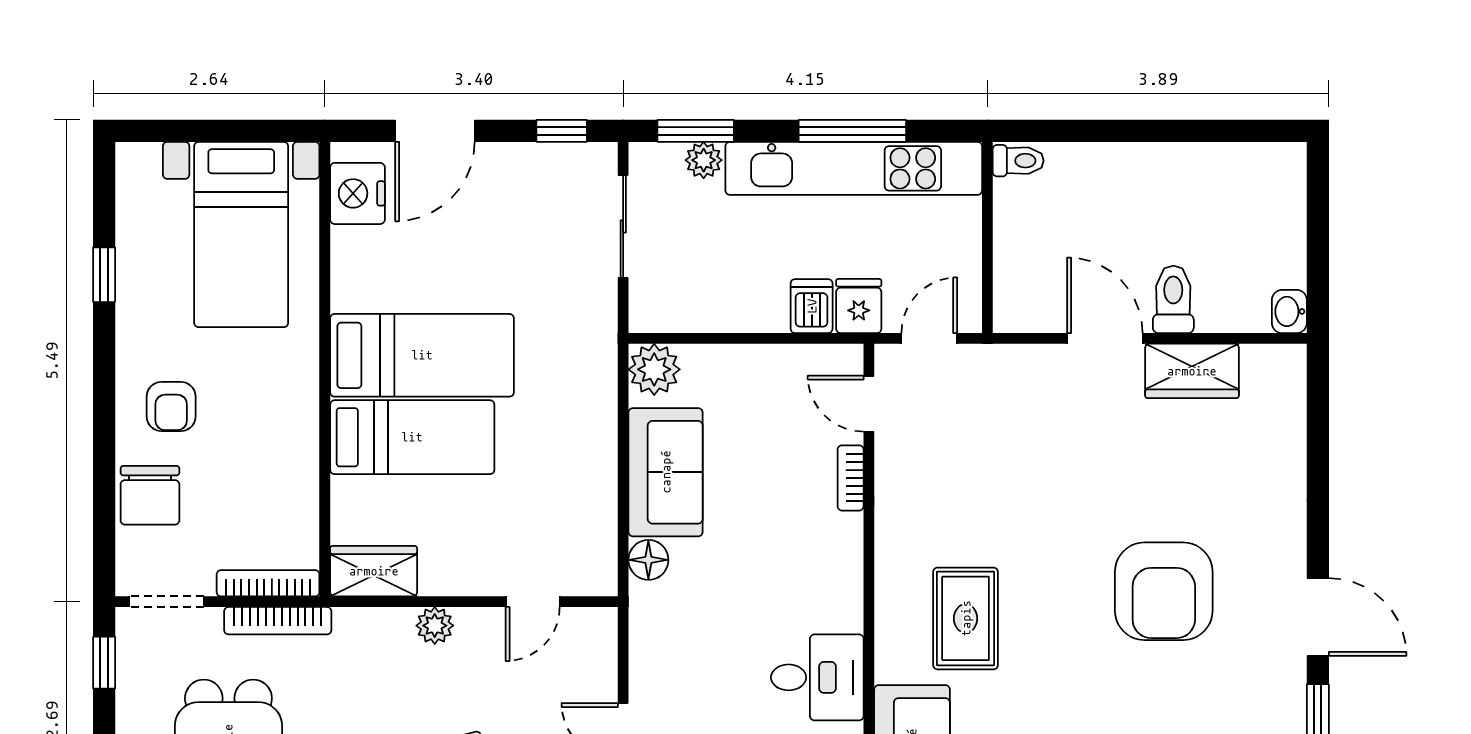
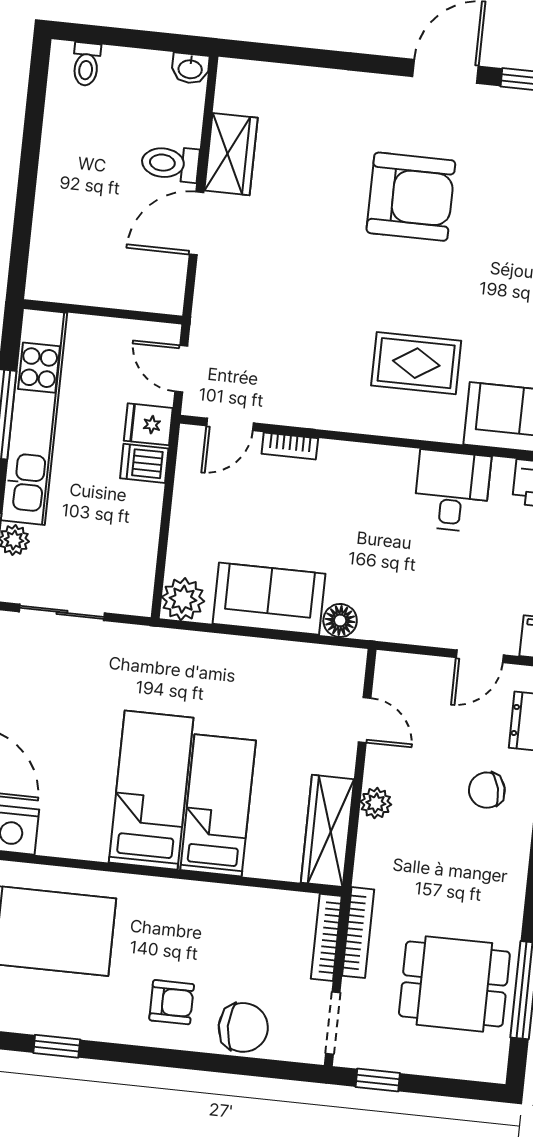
toilet: (1018, 161) -> (86, 64), moved, turned 180
wardrobe: (374, 571) -> (327, 831), width x1.50

